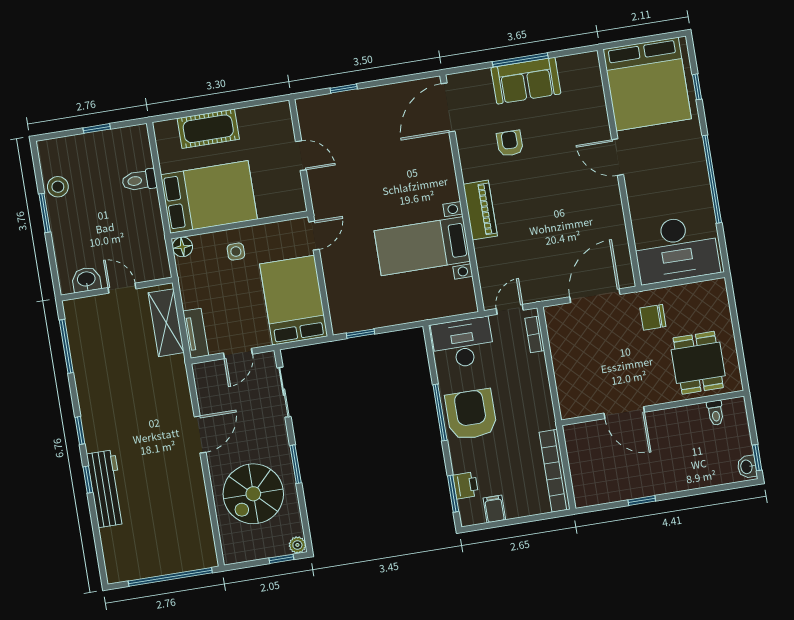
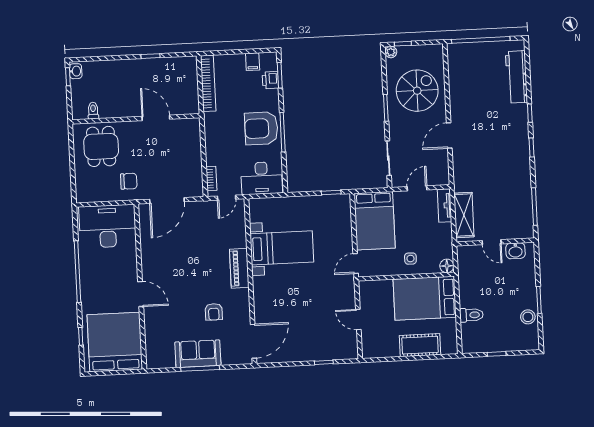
armchair: (471, 414) -> (261, 128), turned 90
workbench: (106, 489) -> (516, 77), moved

